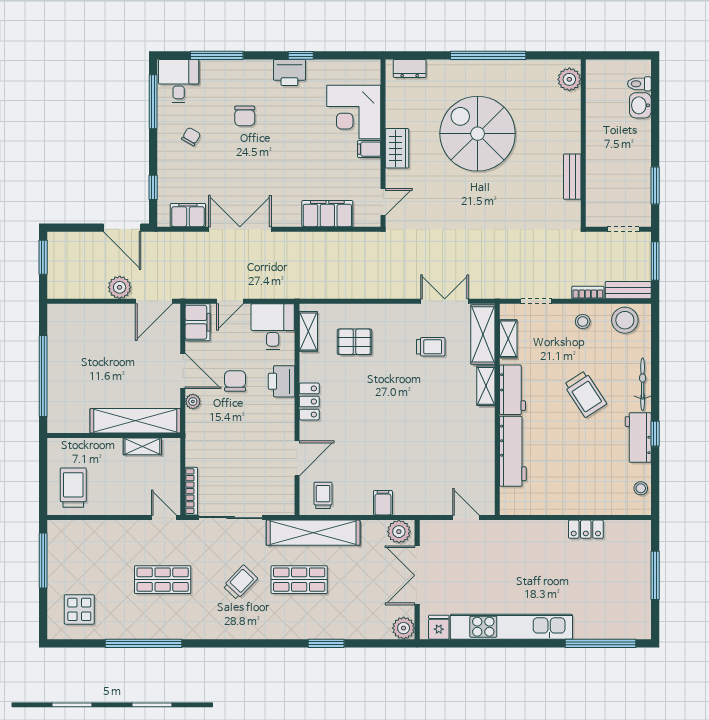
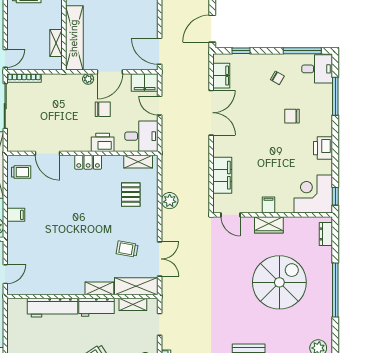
window: (301, 55) -> (335, 196), moved
corner desk: (354, 112) -> (313, 194), moved
plant: (120, 287) -> (170, 201), moved
trolley: (431, 347) -> (127, 249), turned 100

